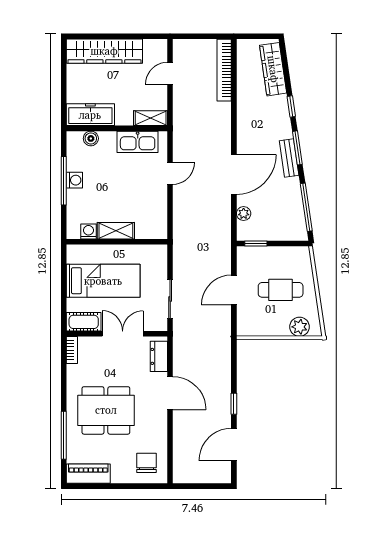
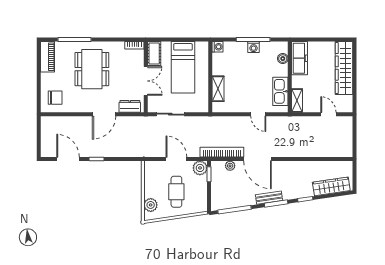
bookcase: (224, 70) -> (222, 152), moved
washing machine: (88, 231) -> (217, 47), moved
shelving: (116, 231) -> (218, 89), moved
plant: (247, 256) -> (200, 168), added

